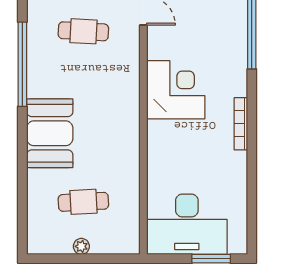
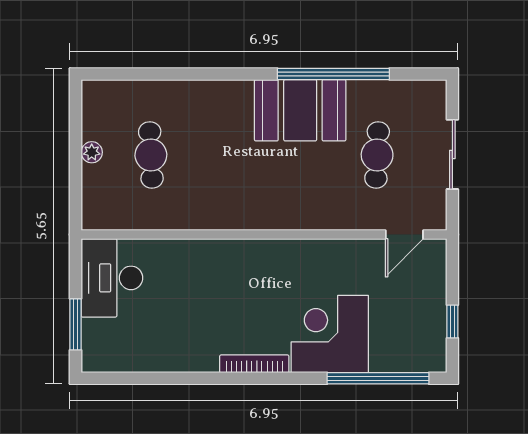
corner desk: (176, 90) -> (330, 334), moved, turned 180
booth: (50, 133) -> (300, 110), moved
desk: (187, 224) -> (112, 278), width x0.73, depth x0.77

